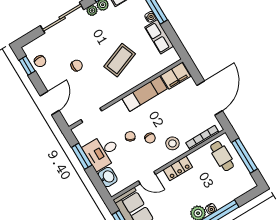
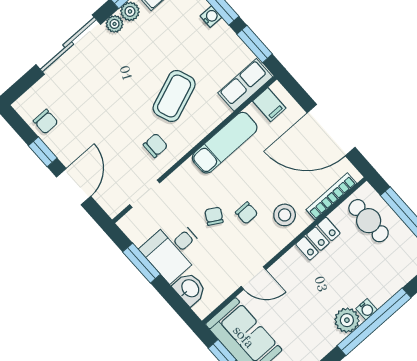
row of seats: (159, 37) -> (245, 85), moved, turned 90
window: (173, 38) -> (255, 44), added
window: (27, 66) -> (43, 152), moved
chair: (77, 66) -> (155, 145), moved
filing cabinet: (175, 76) -> (269, 105), width x0.50
door: (210, 98) -> (331, 130), swing flipped
locker: (178, 168) -> (318, 239), moved

